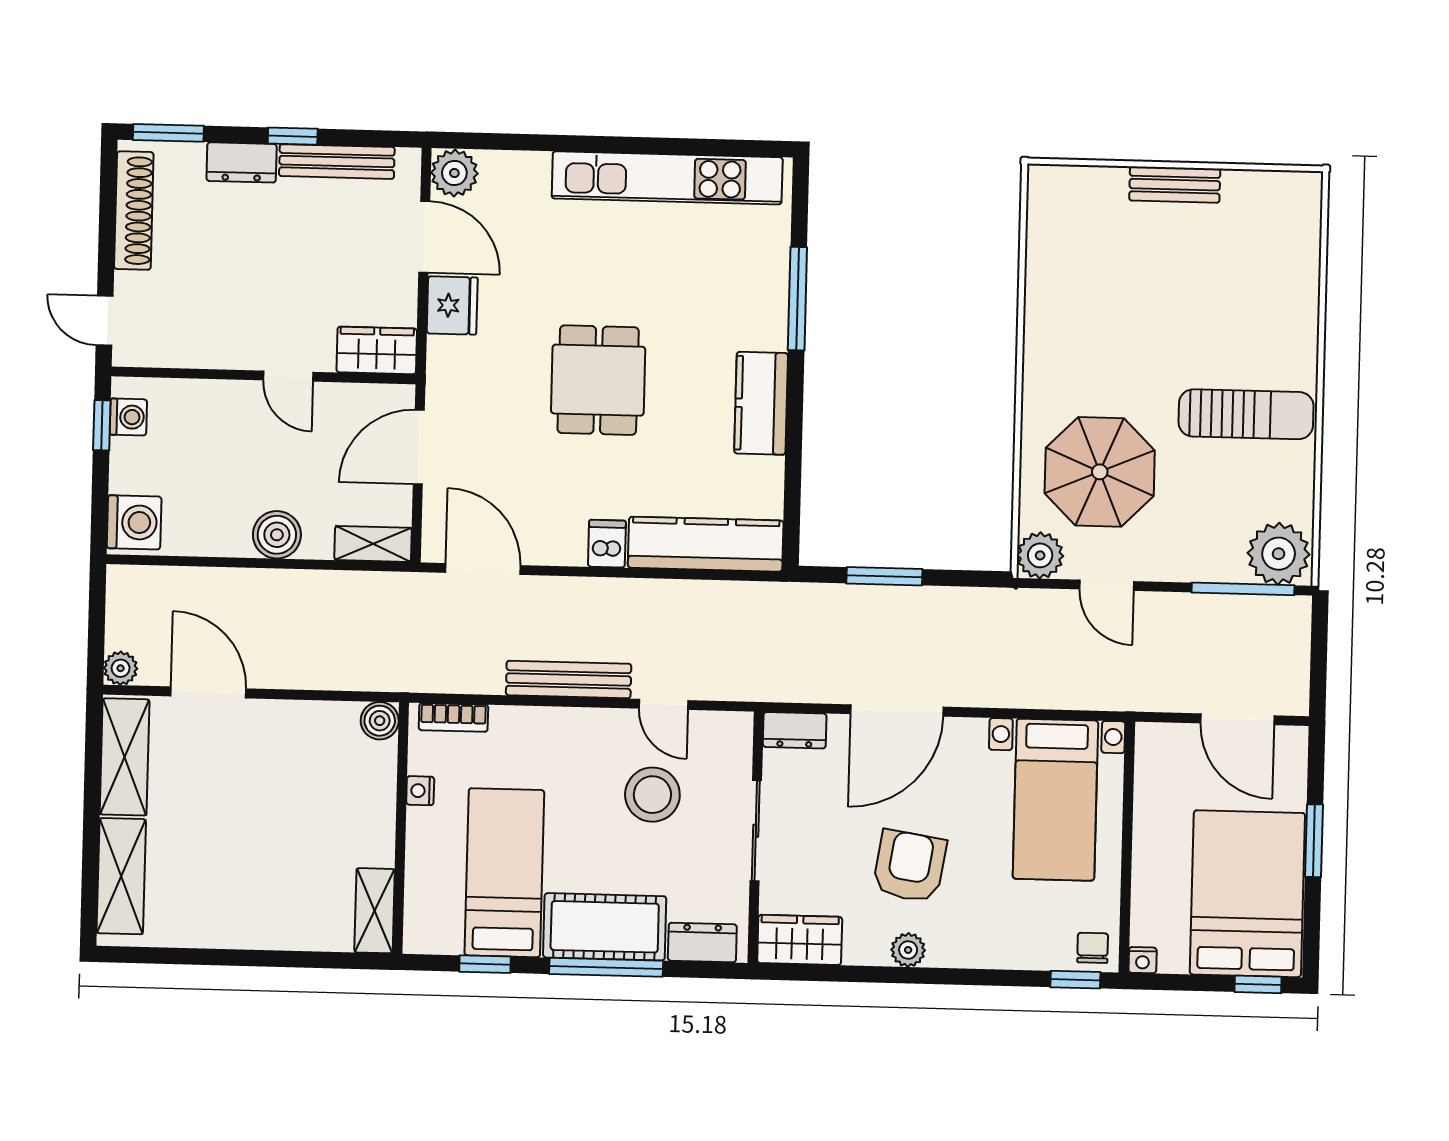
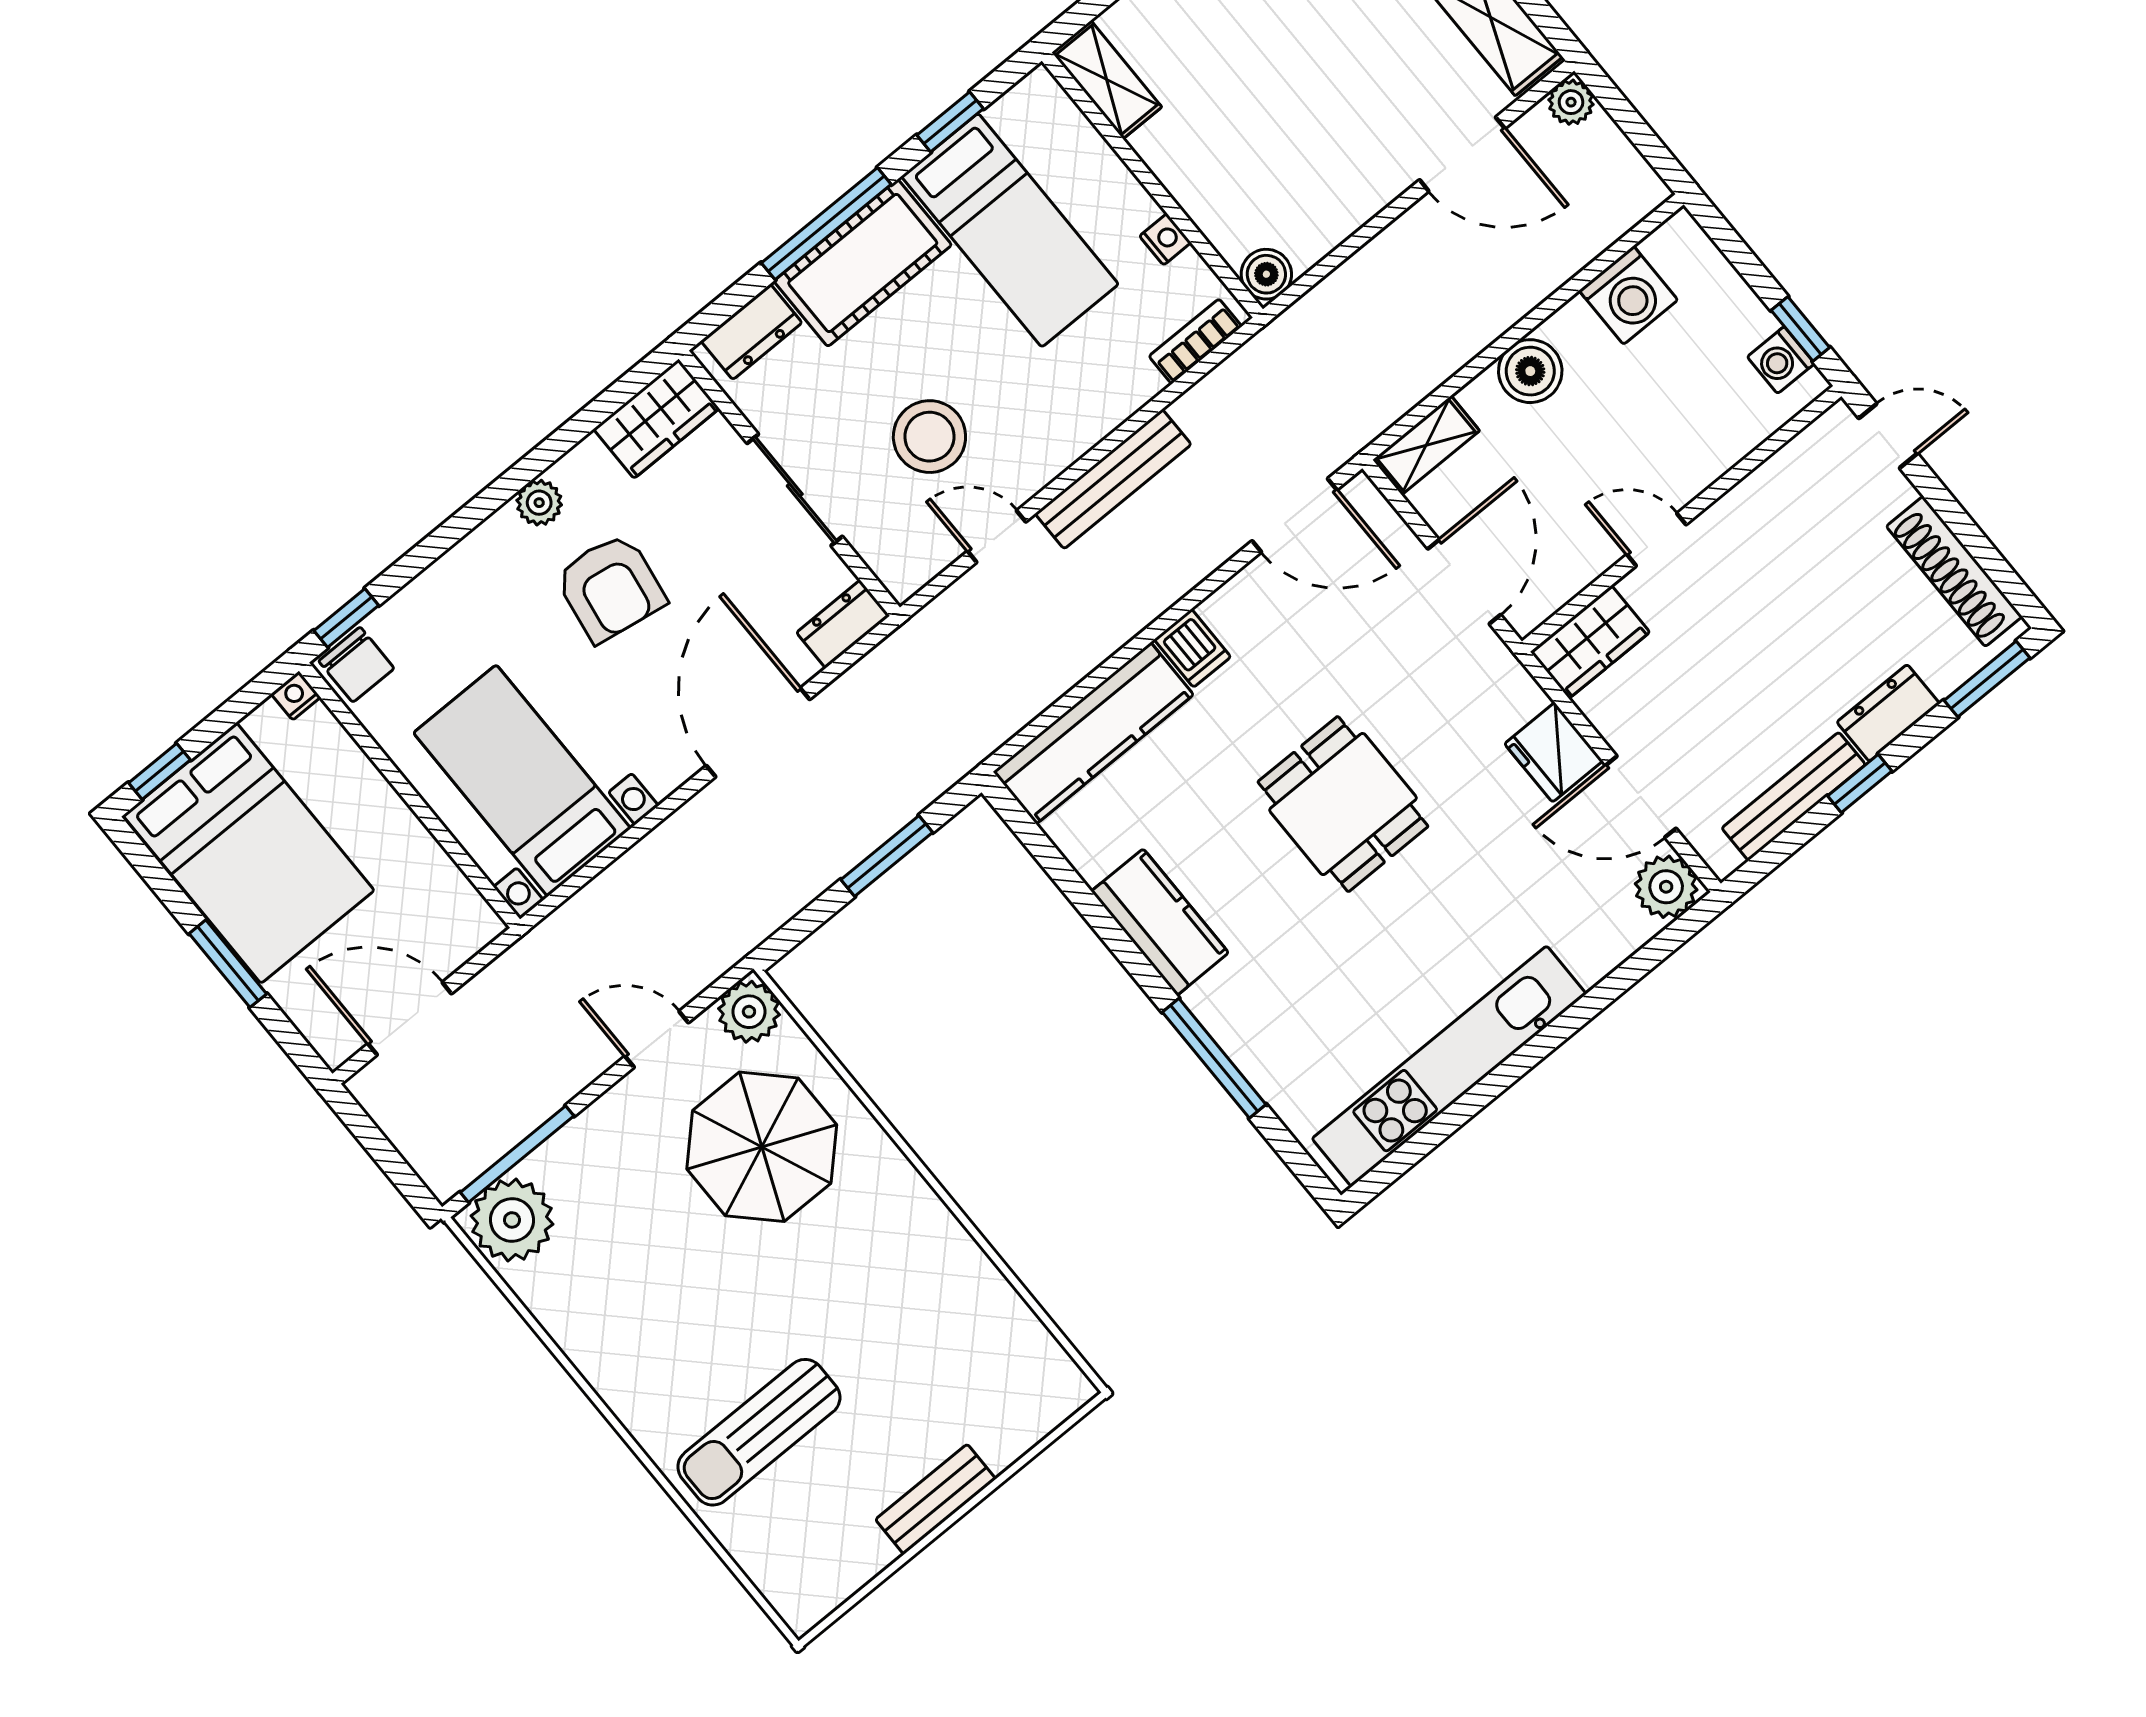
sun lounger: (1246, 414) -> (759, 1432), moved
washing machine: (134, 522) -> (1628, 295), moved, turned -90
chair: (1093, 948) -> (356, 665), width x1.37, depth x1.37

